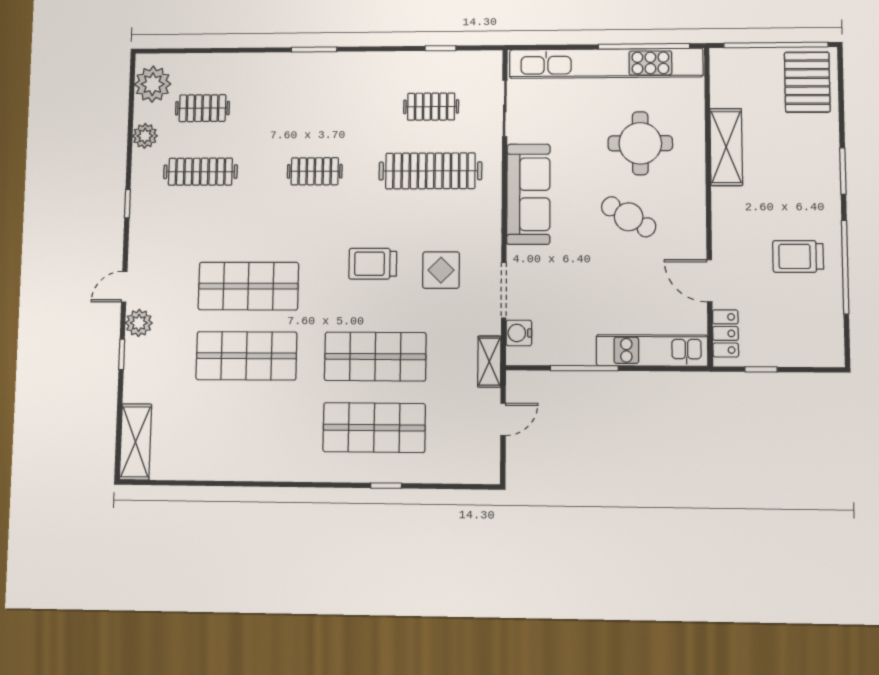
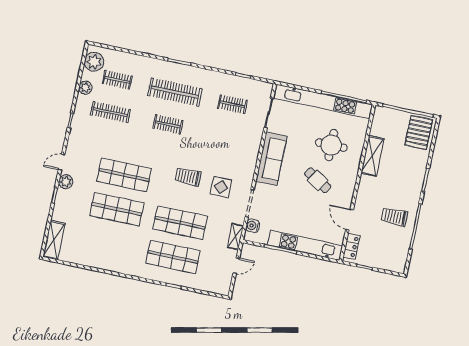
clothes rail: (430, 171) -> (175, 92), moved
kitchen unit: (652, 350) -> (305, 245), width x1.36

